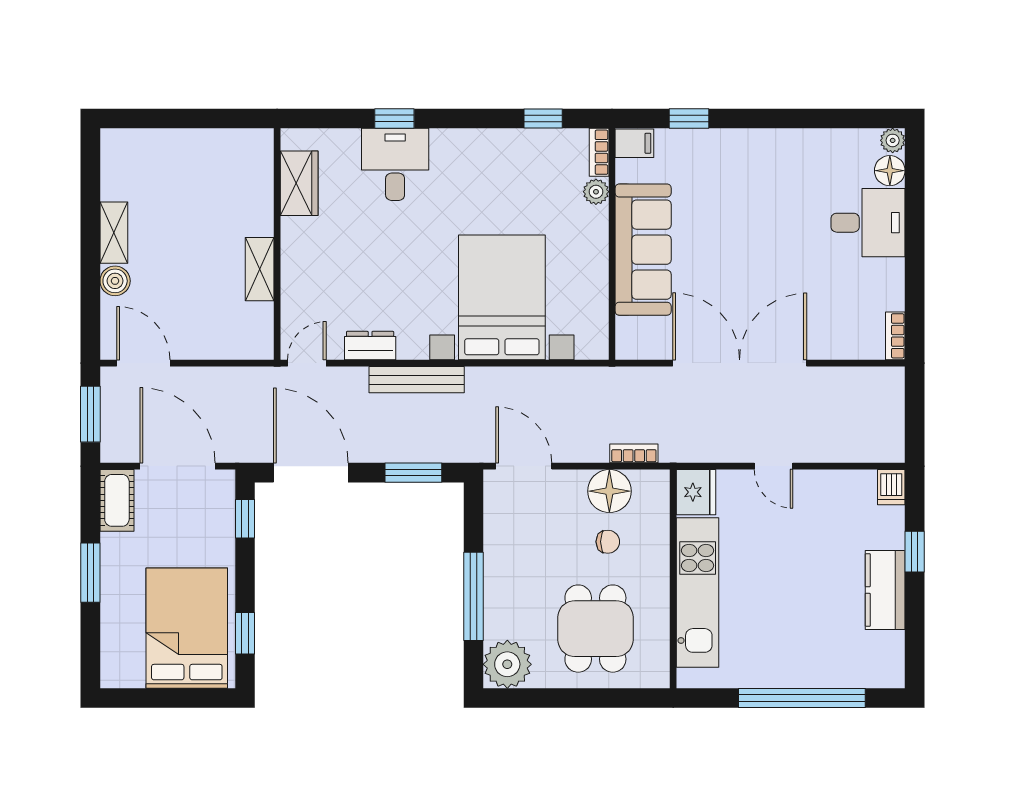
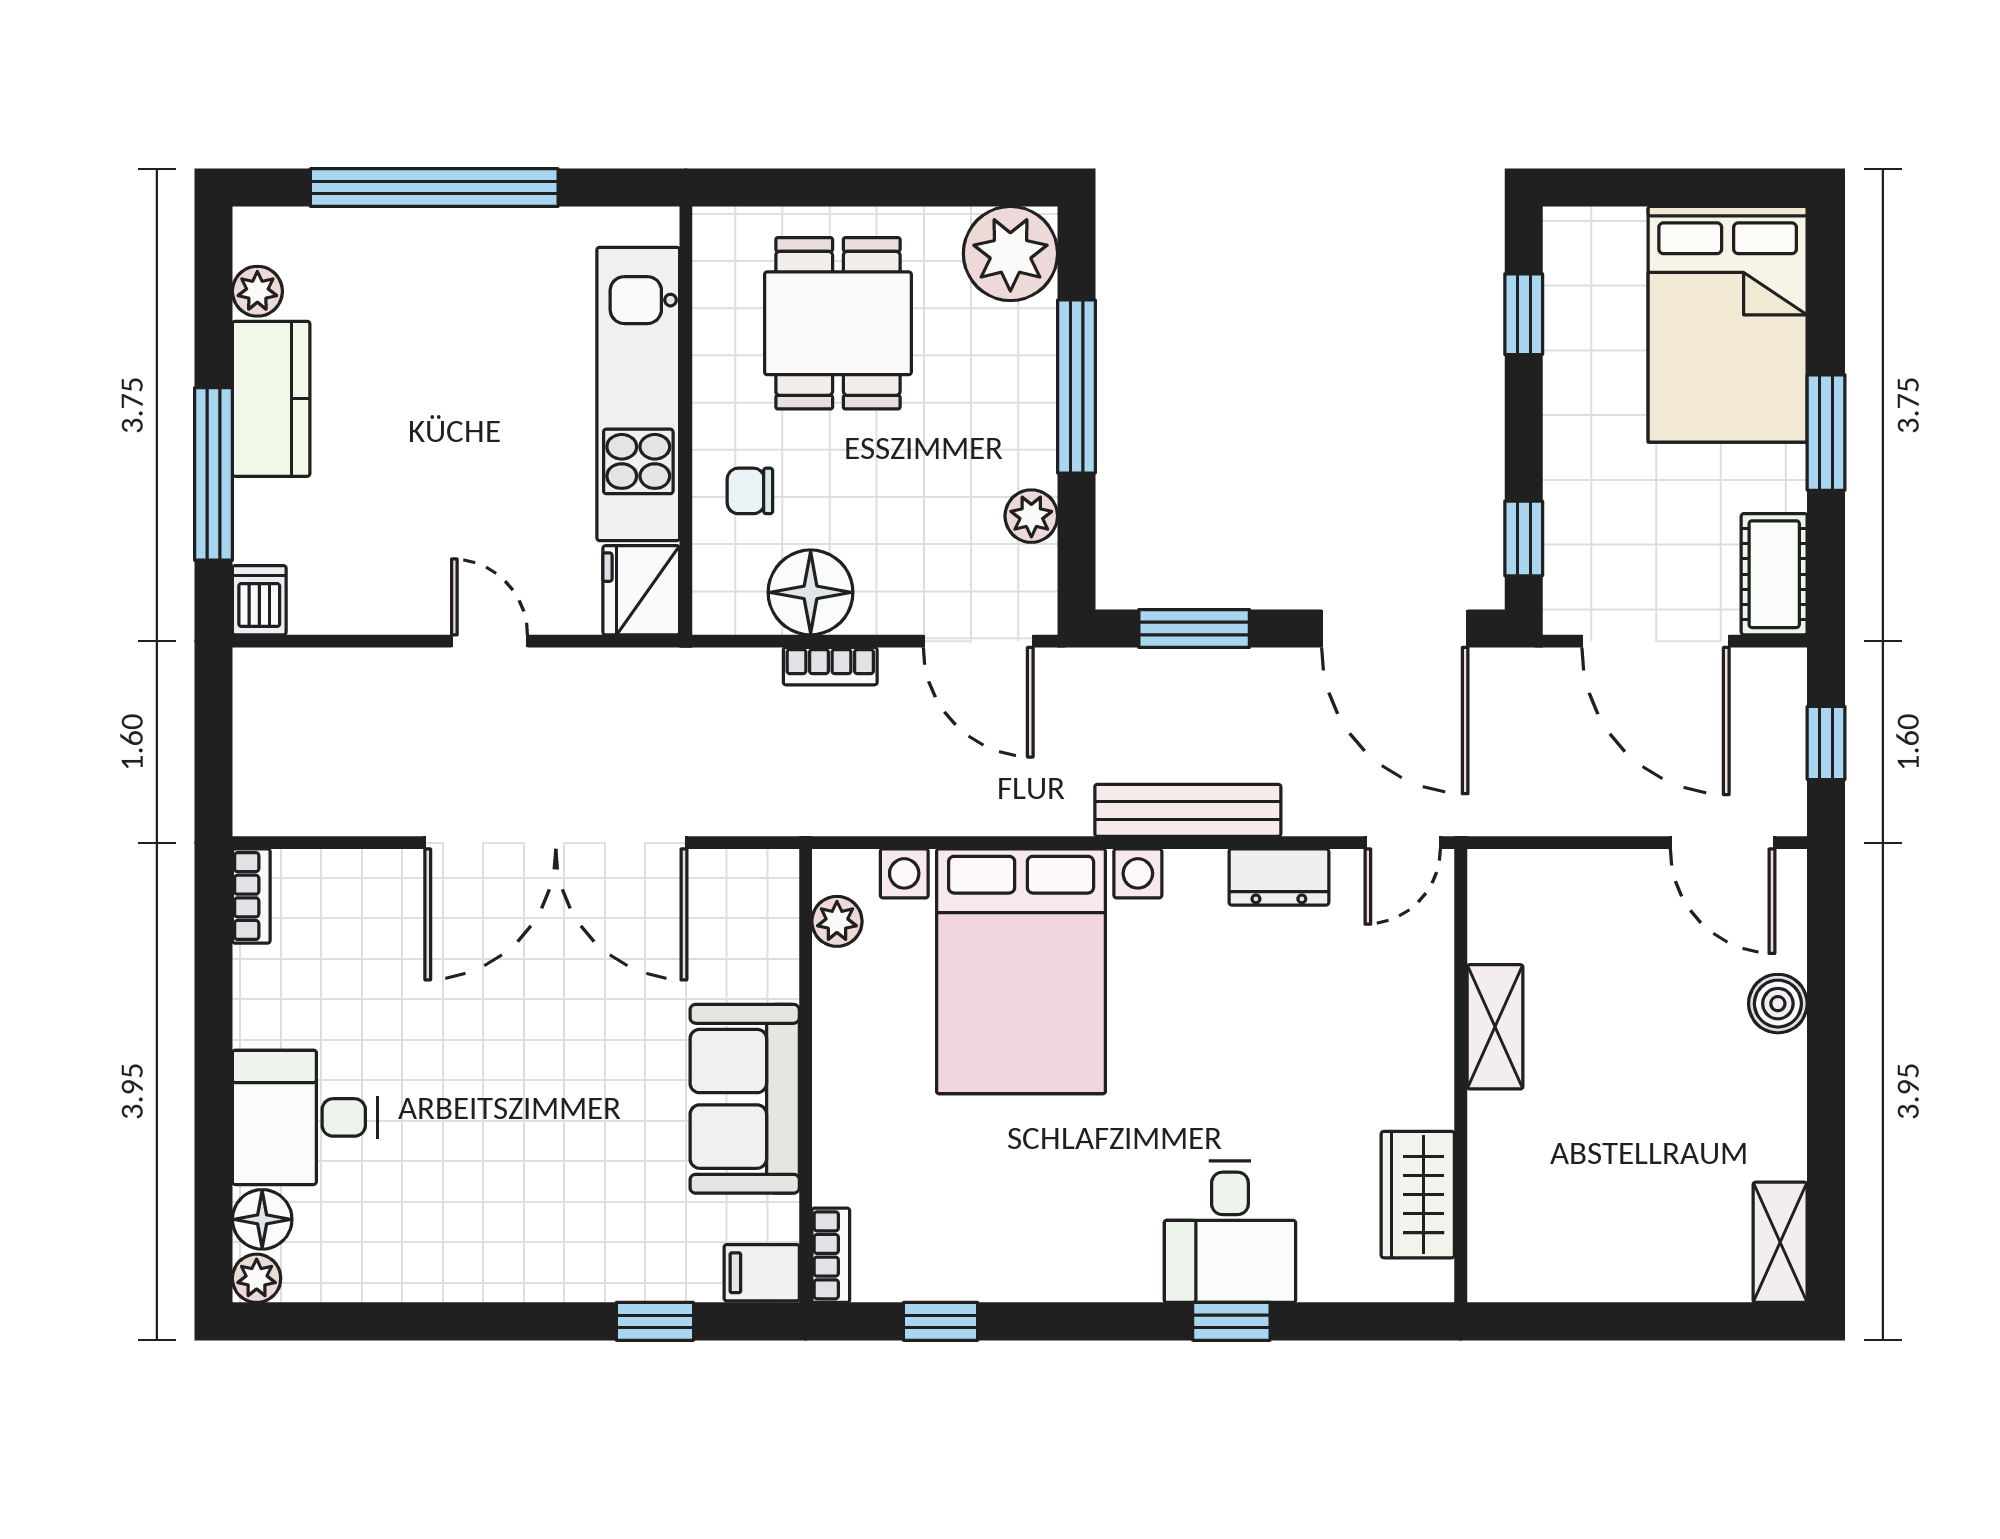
plant: (596, 192) -> (837, 921), moved
shelving: (114, 233) -> (1780, 1242), moved
sofa: (643, 250) -> (745, 1099), width x0.73
window: (90, 414) -> (1826, 743), width x0.67
bookcase: (634, 453) -> (830, 666), moved
plant: (497, 530) -> (1031, 516), added
chair: (608, 542) -> (750, 491), moved
window: (915, 552) -> (213, 474), width x2.17
bed: (187, 628) -> (1728, 324), moved
plant: (892, 645) -> (257, 291), added

